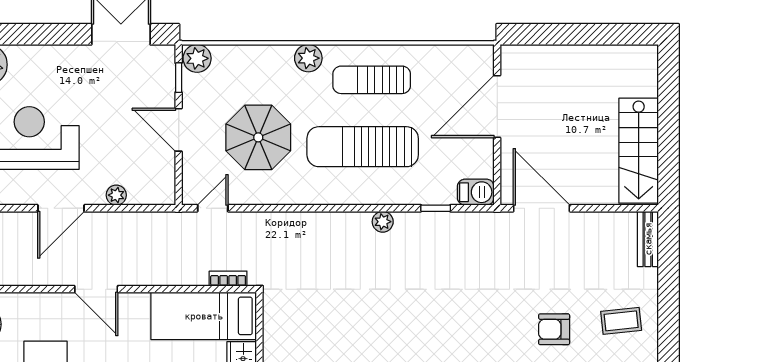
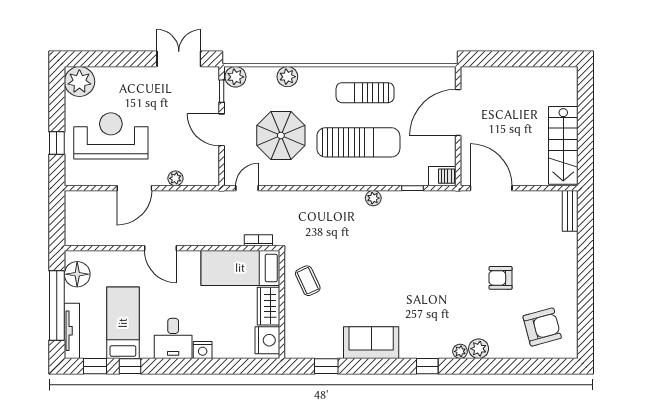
plant: (308, 58) -> (287, 77), moved
sun lounger: (363, 147) -> (358, 142), turned 180
coffee table: (621, 321) -> (308, 281), moved, turned 71

